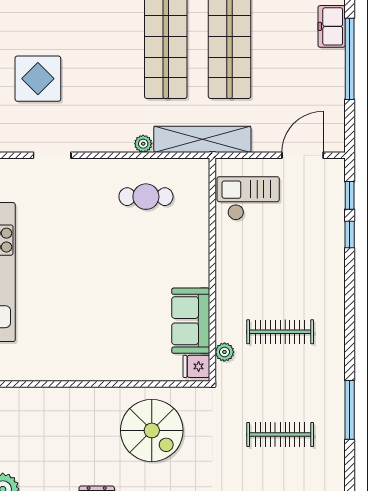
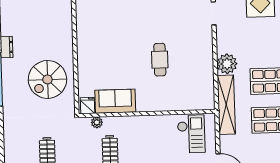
plant: (143, 144) -> (227, 64), width x1.88, depth x1.88
cafe table: (146, 197) -> (160, 60), moved

